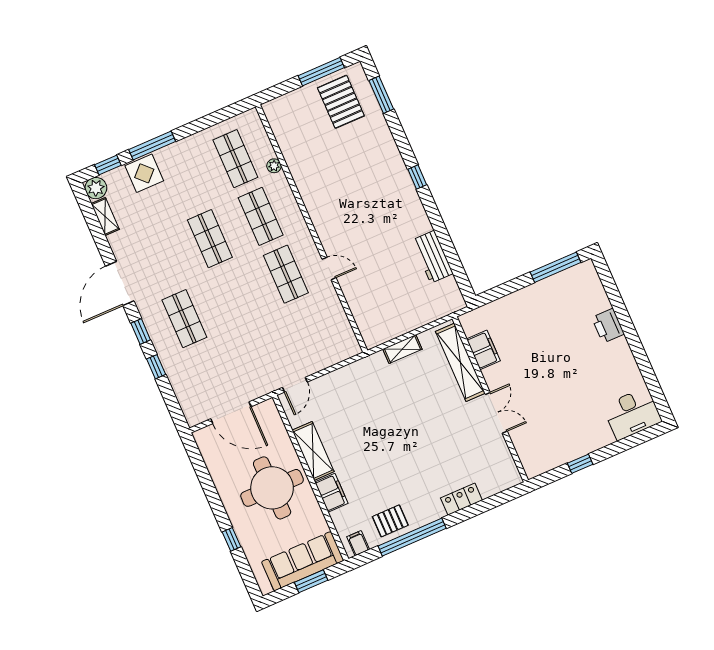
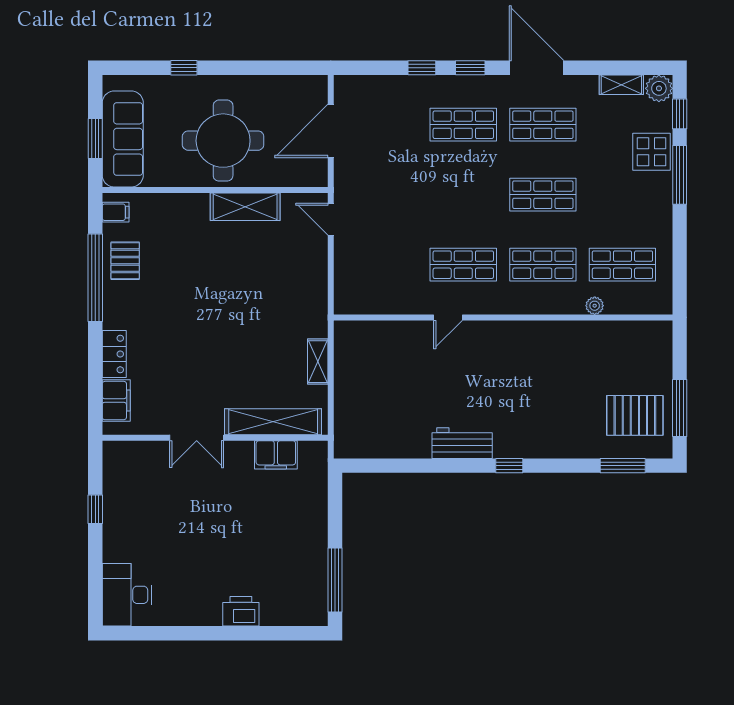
workbench: (433, 257) -> (462, 443), moved
shop shelf: (159, 261) -> (543, 125), added
filing cabinet: (331, 493) -> (116, 401), moved, turned -90

